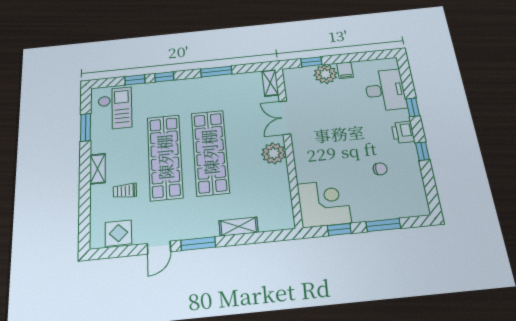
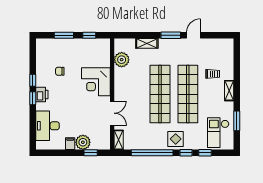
window: (216, 72) -> (152, 153), width x2.11
window: (413, 107) -> (33, 98), moved
plant: (274, 153) -> (122, 60), moved
corner desk: (324, 203) -> (96, 82), moved
display table: (118, 233) -> (176, 139), moved

